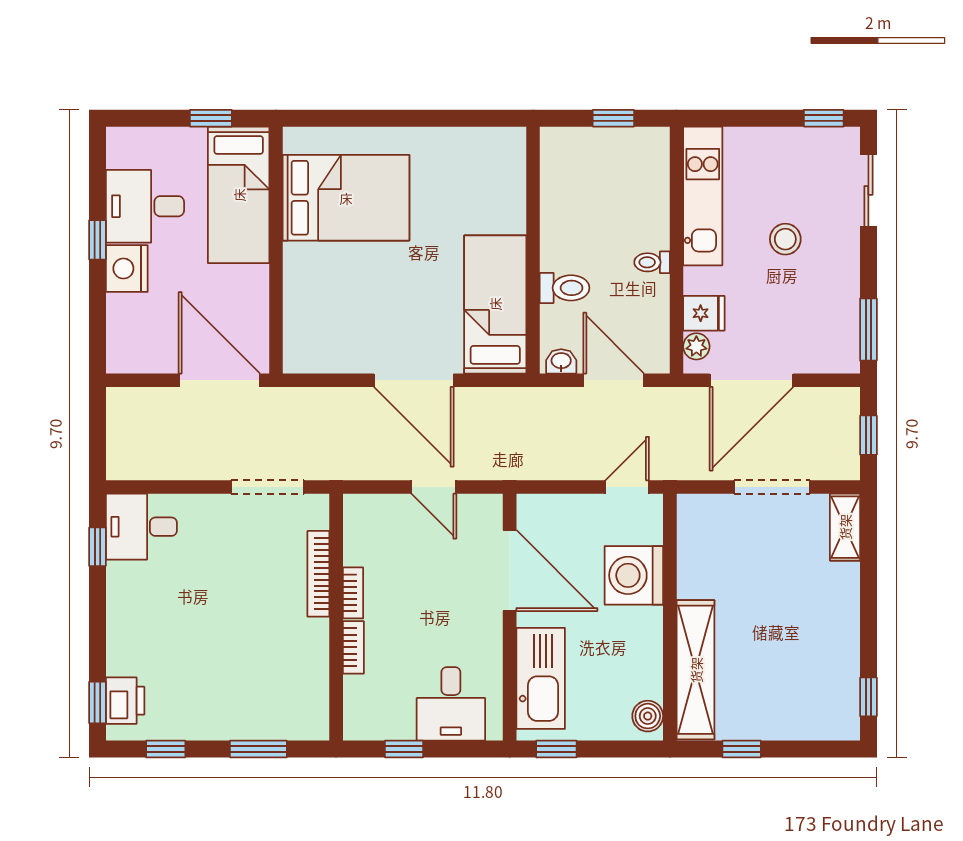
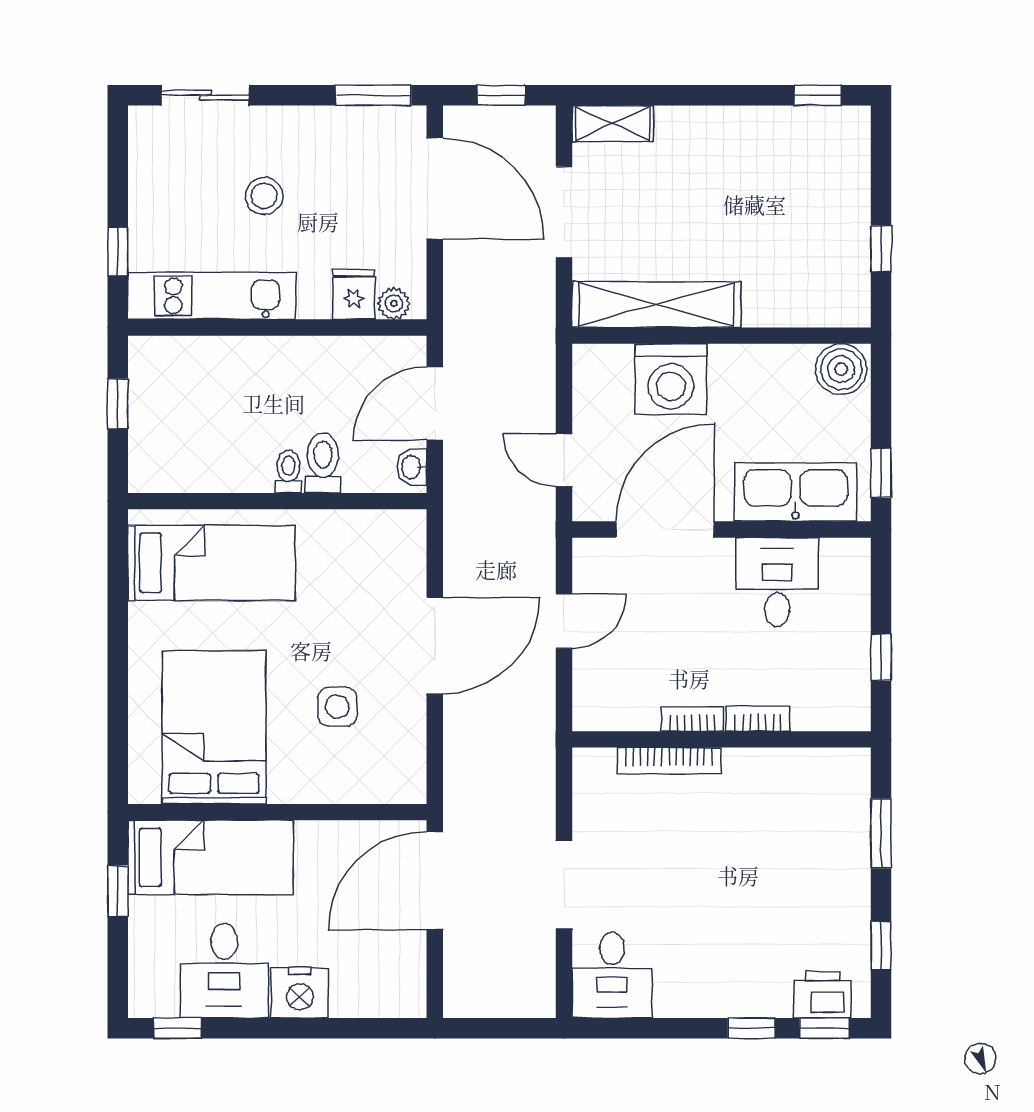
window: (824, 118) -> (118, 252), moved
window: (97, 240) -> (178, 1028), moved
toilet: (652, 262) -> (288, 472), moved, turned 180
side table: (363, 300) -> (337, 707), added
bed: (495, 304) -> (211, 563), moved, turned 180
door: (752, 380) -> (435, 188), moved
doorway: (268, 487) -> (564, 885), moved
door: (627, 487) -> (564, 460), moved
window: (97, 547) -> (751, 1028), moved
shelving: (696, 670) -> (656, 305), moved
desk: (451, 704) -> (777, 582), moved, turned -90
boiler: (648, 716) -> (841, 369), width x1.36, depth x1.36

